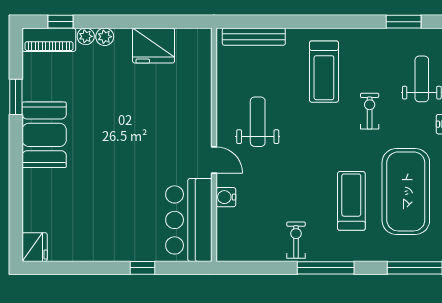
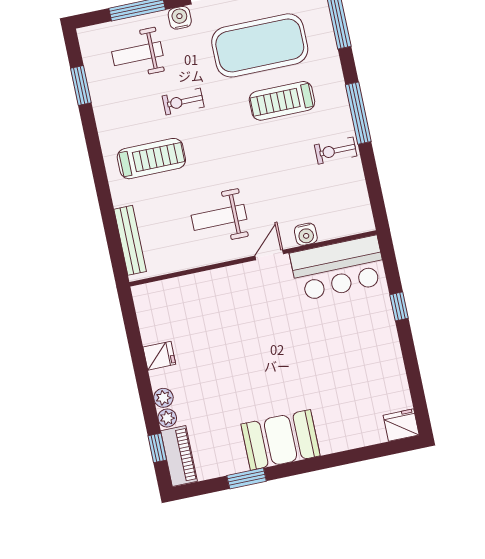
fridge: (154, 46) -> (159, 356), width x0.53, depth x0.75

